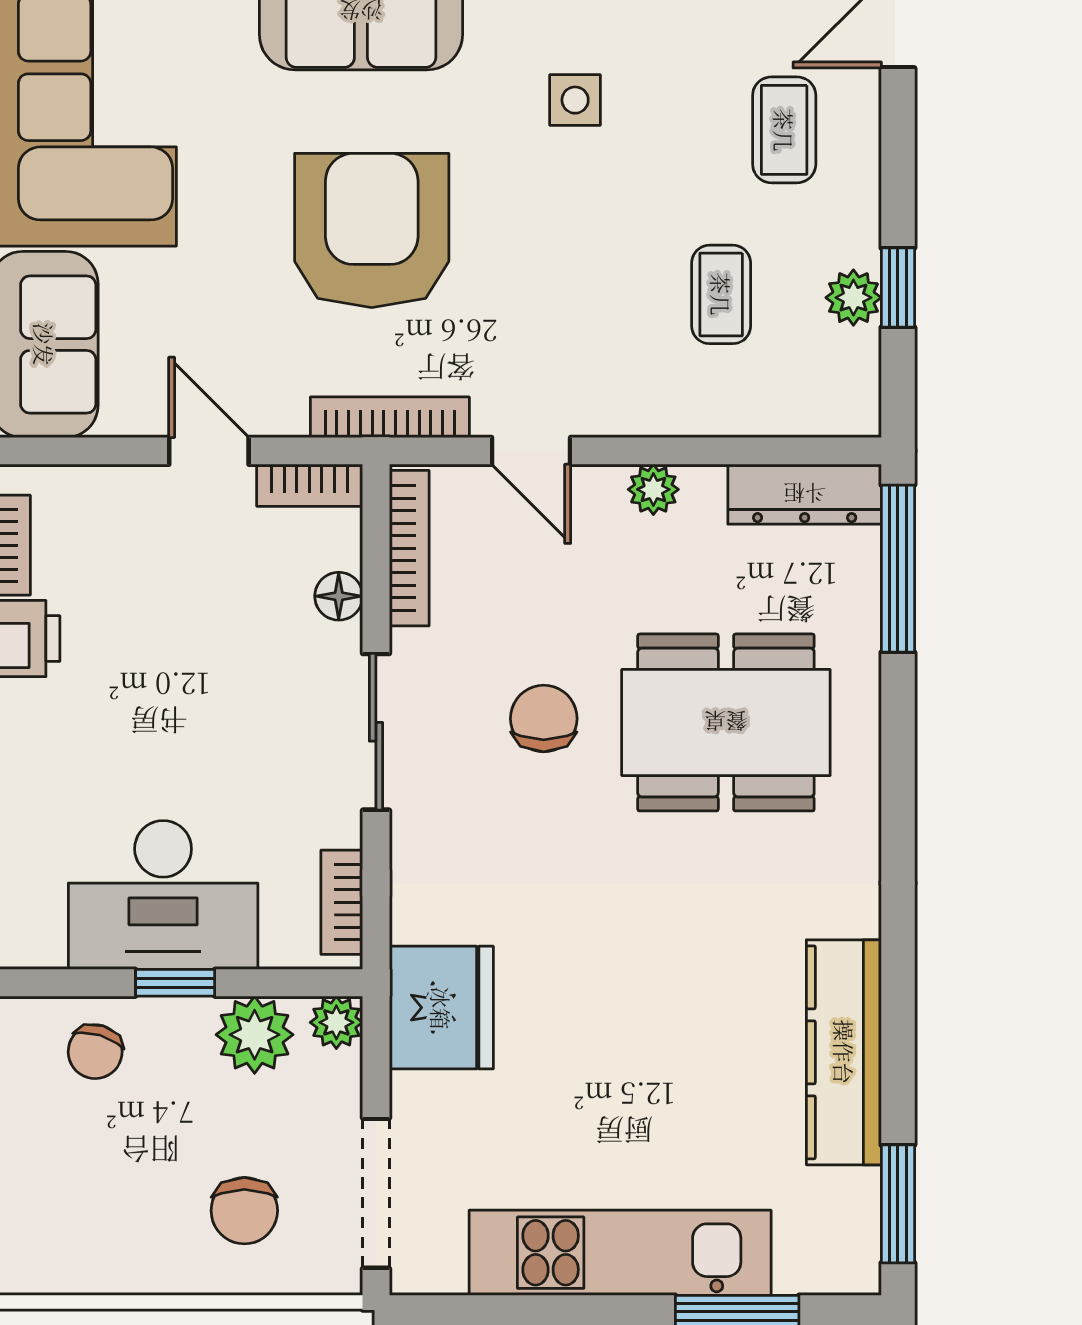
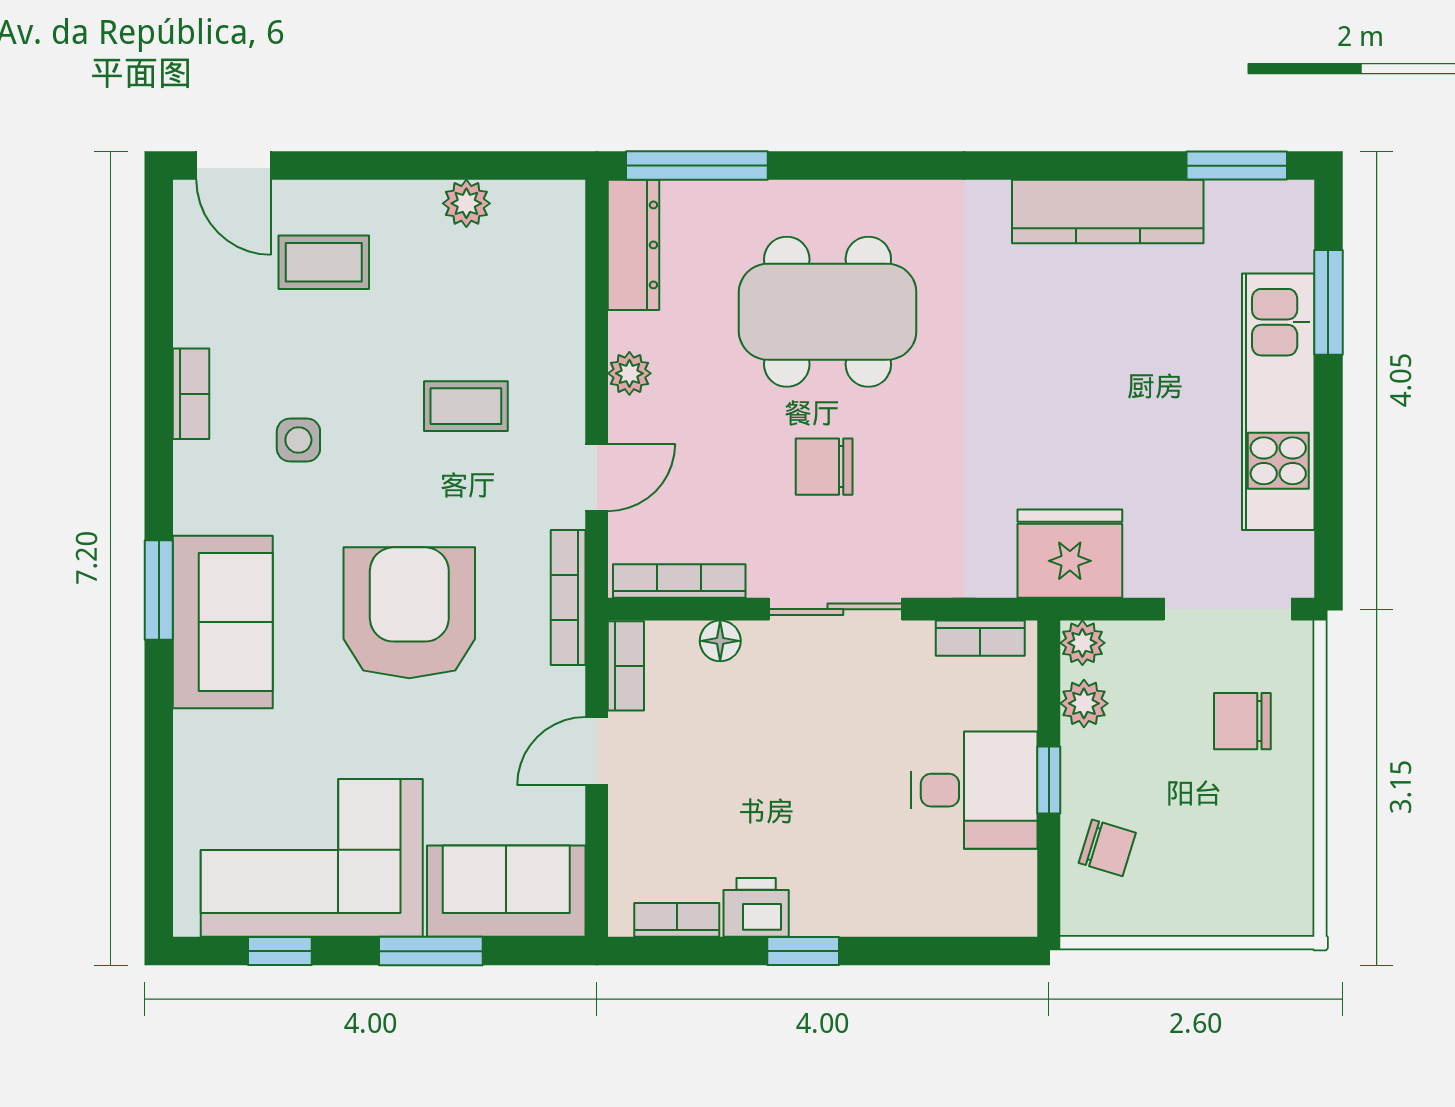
armchair: (372, 230) -> (409, 613), turned 90
window: (898, 288) -> (458, 166), removed
coffee table: (721, 294) -> (466, 406), moved
dining table: (726, 722) -> (828, 312), turned 90
desk: (163, 895) -> (974, 790), width x0.73
plant: (255, 1035) -> (1084, 703), width x0.73, depth x0.73
chair: (244, 1211) -> (1242, 721), turned 180

